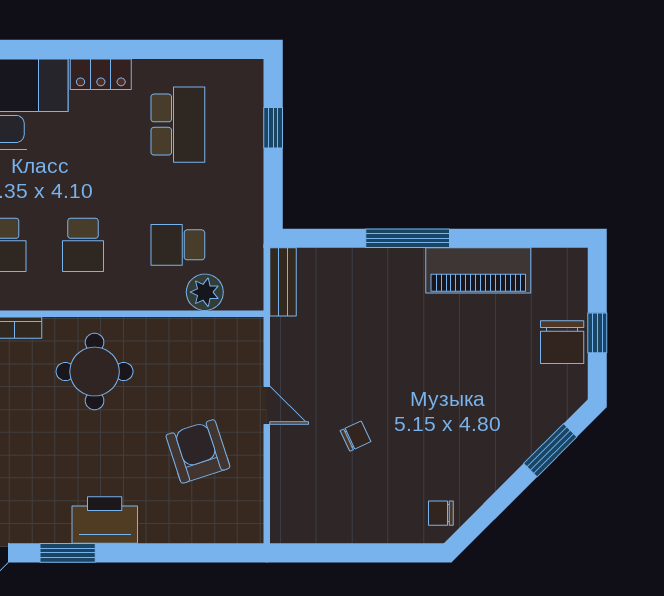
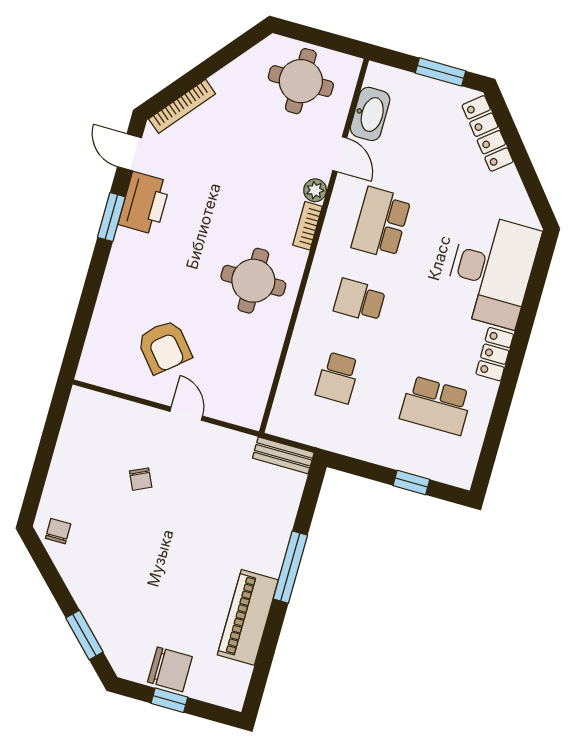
school desk: (178, 245) -> (338, 378), turned 180
plant: (205, 292) -> (293, 389), removed
chair: (562, 342) -> (170, 669), turned 180
door: (267, 405) -> (186, 414), swing flipped
armchair: (198, 451) -> (164, 347), turned 68
printer: (105, 520) -> (144, 203), moved

